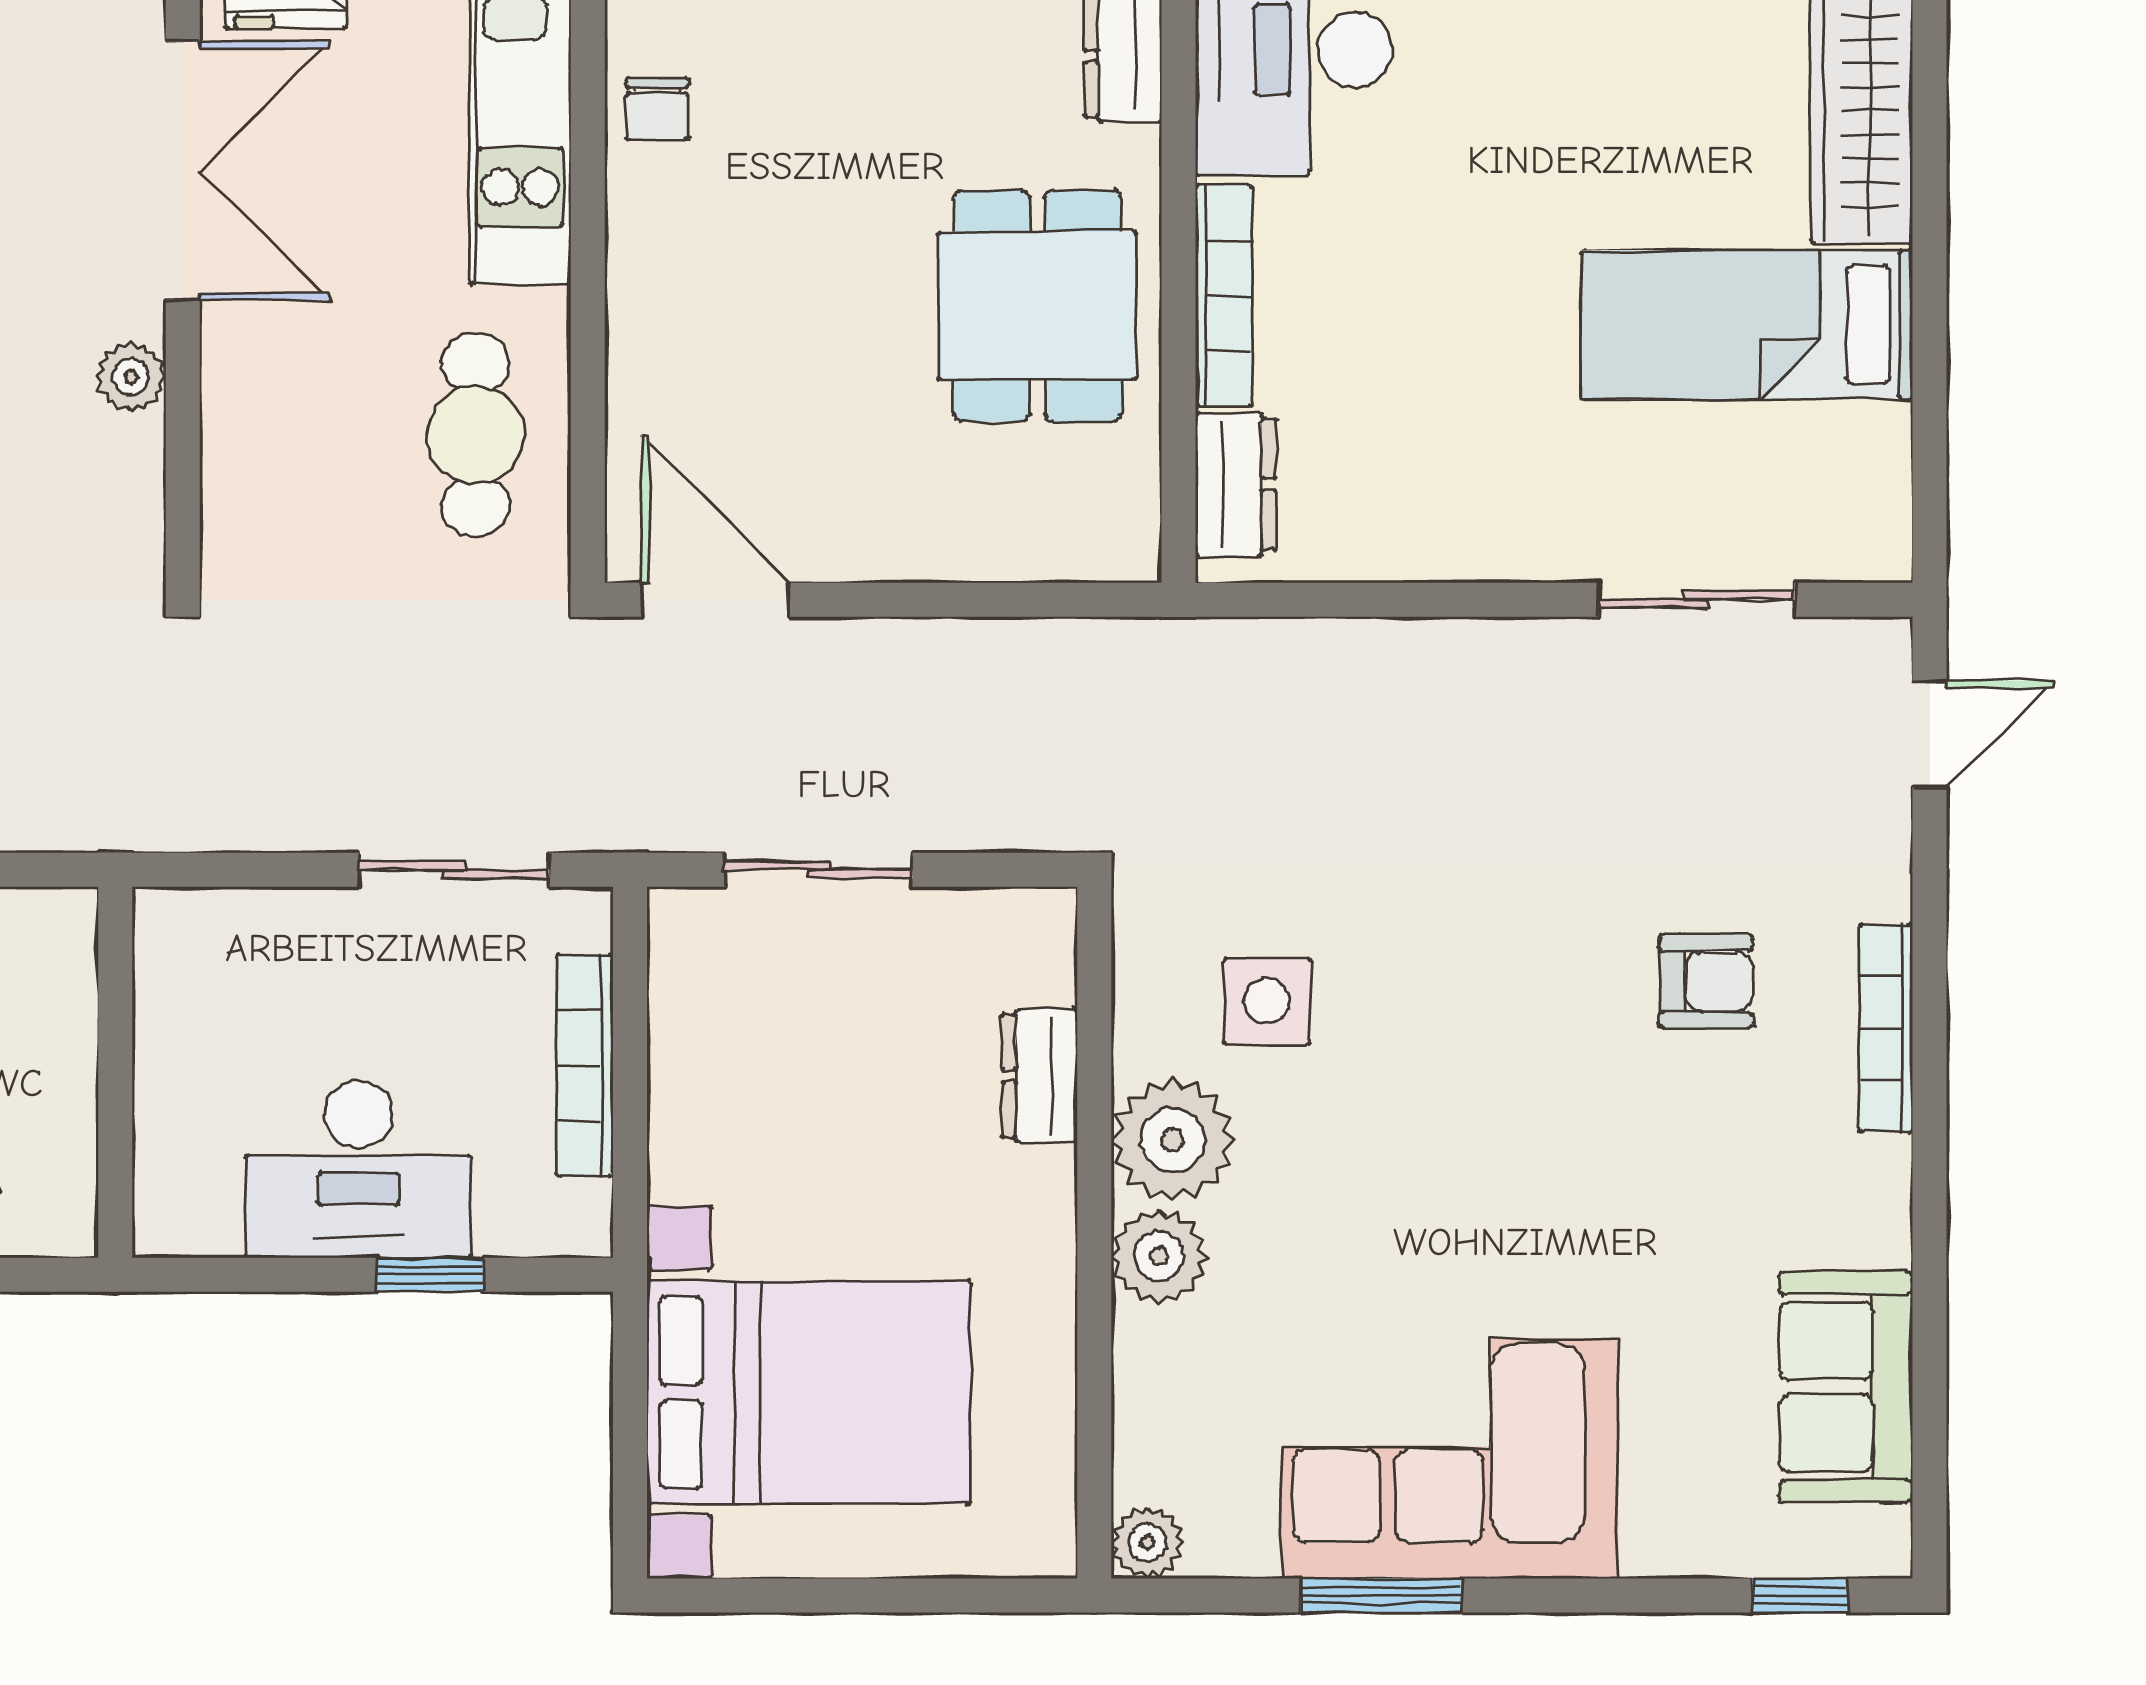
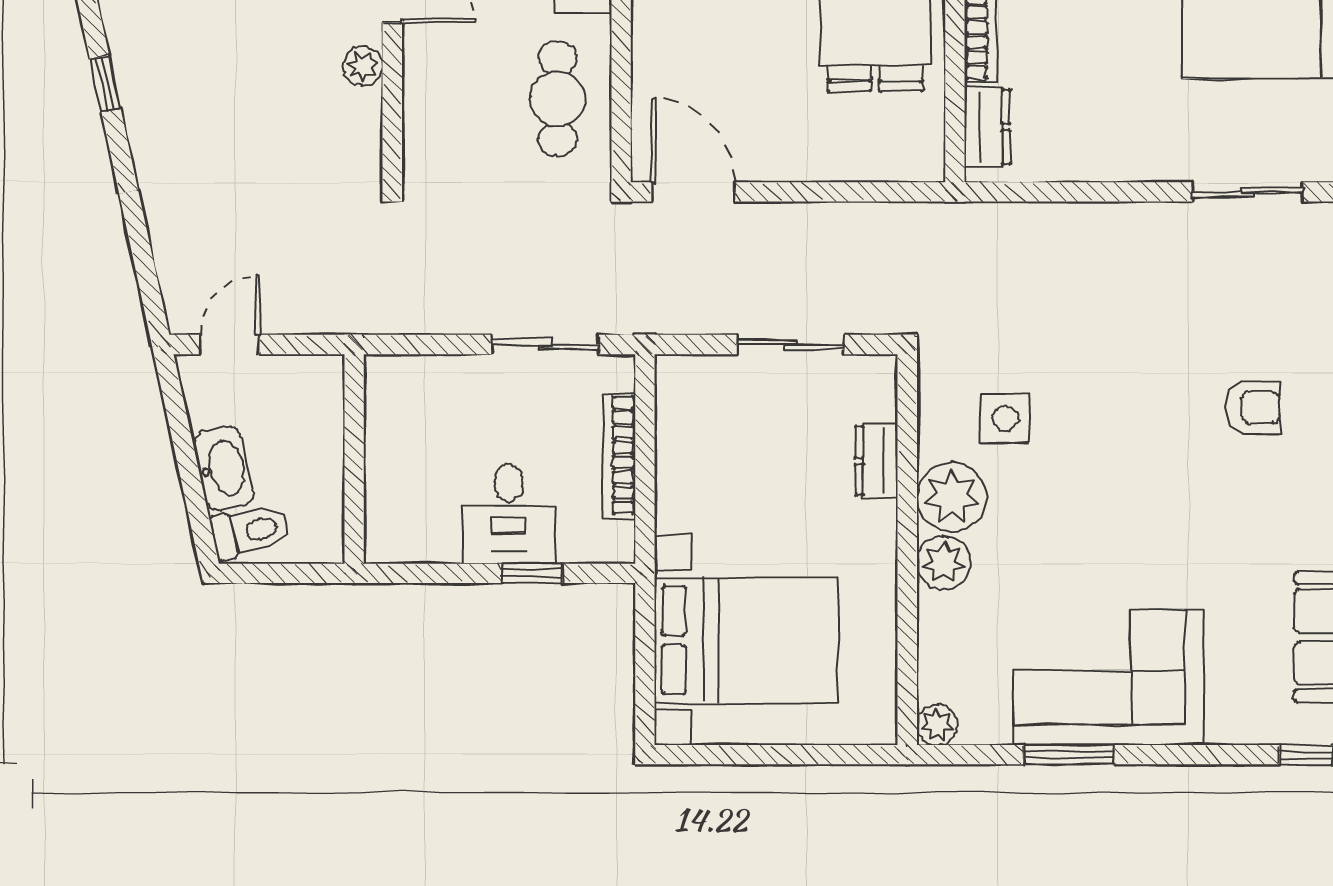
sliding door: (819, 870) -> (790, 345), moved
desk: (358, 1169) -> (509, 514), width x0.73

